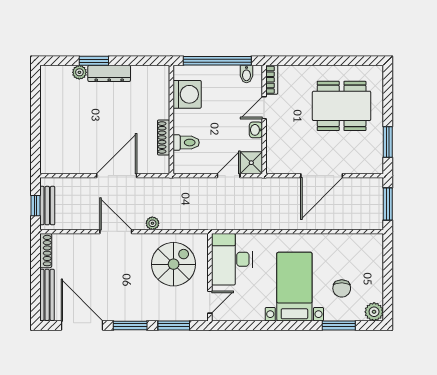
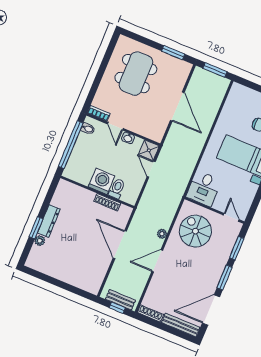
washing machine: (187, 94) -> (102, 181), moved
desk: (232, 259) -> (204, 188), width x0.73

